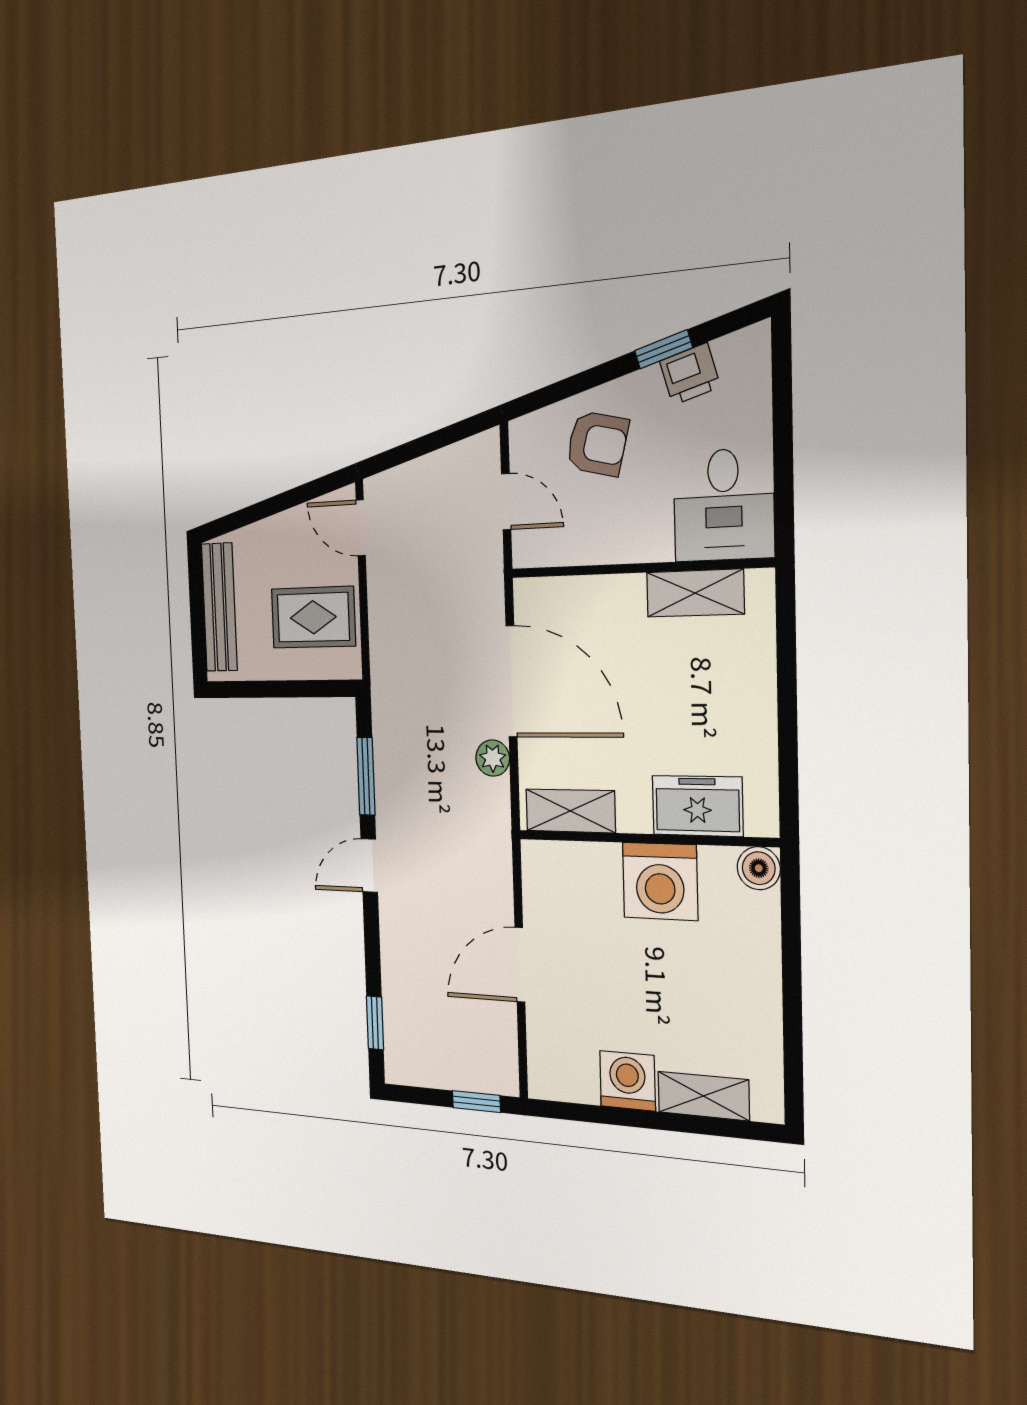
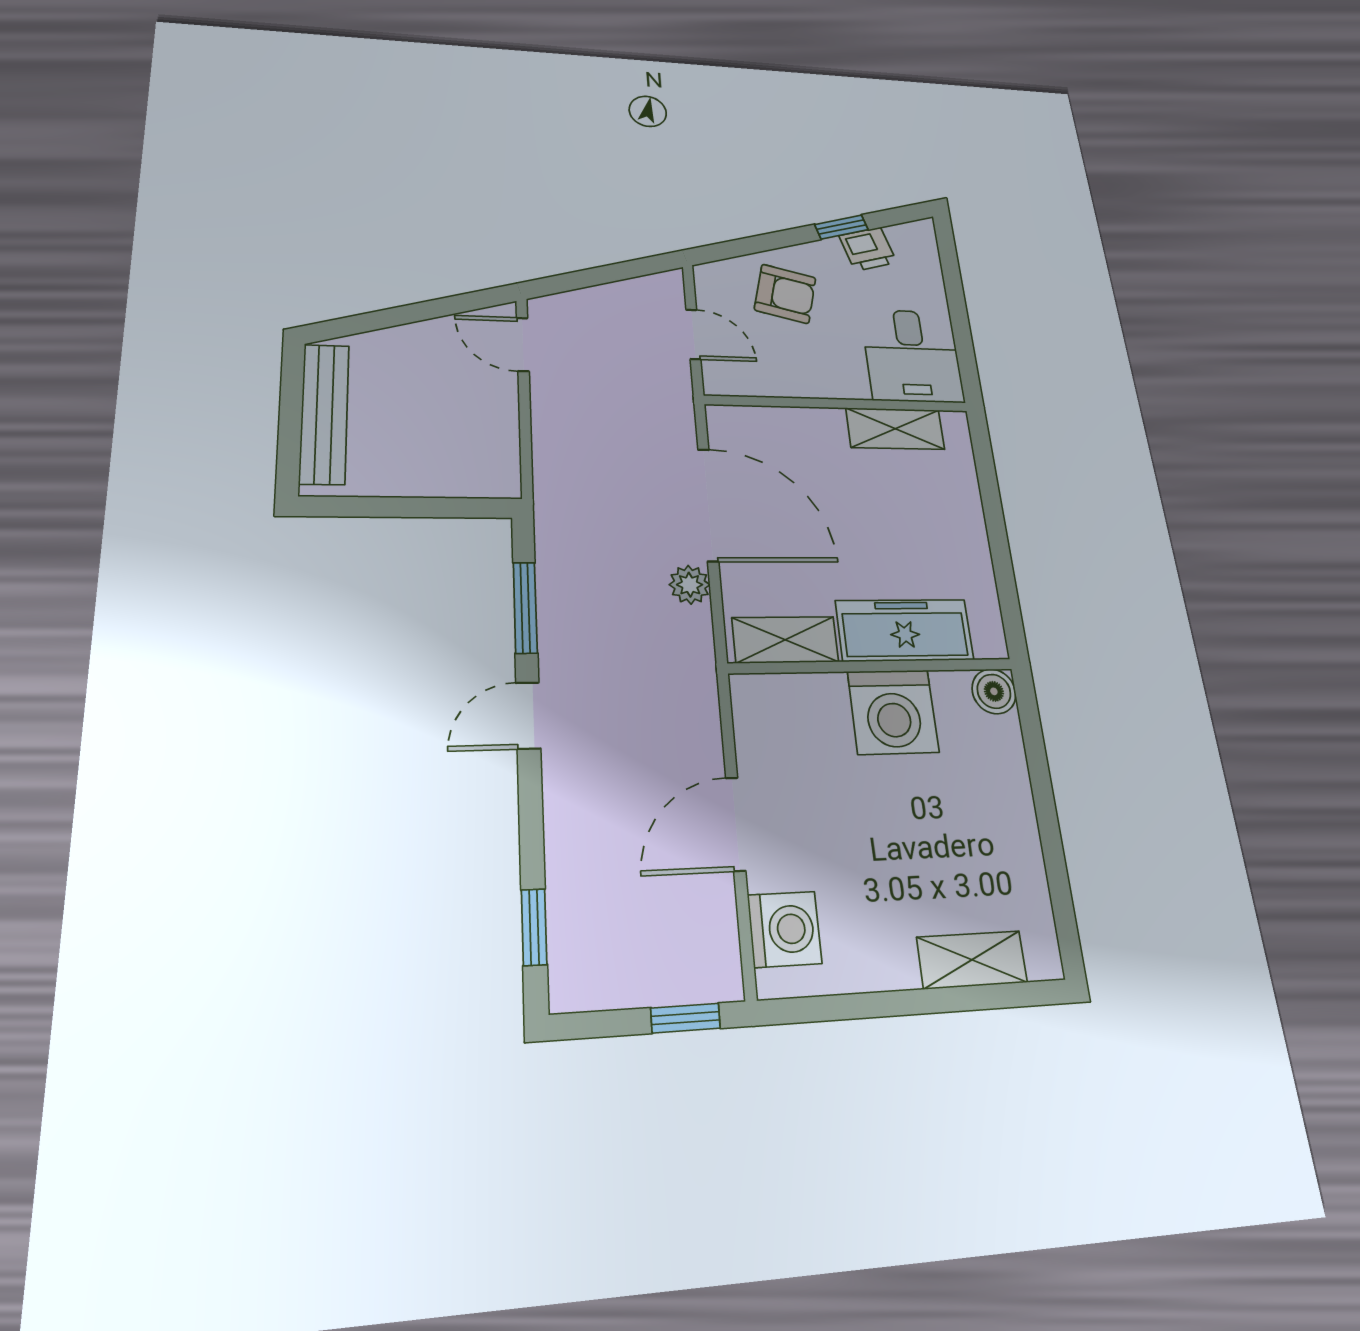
rug: (313, 617) -> (458, 431), removed
freezer: (697, 806) -> (905, 630), width x1.40
washing machine: (627, 1081) -> (785, 929), moved, turned 90

